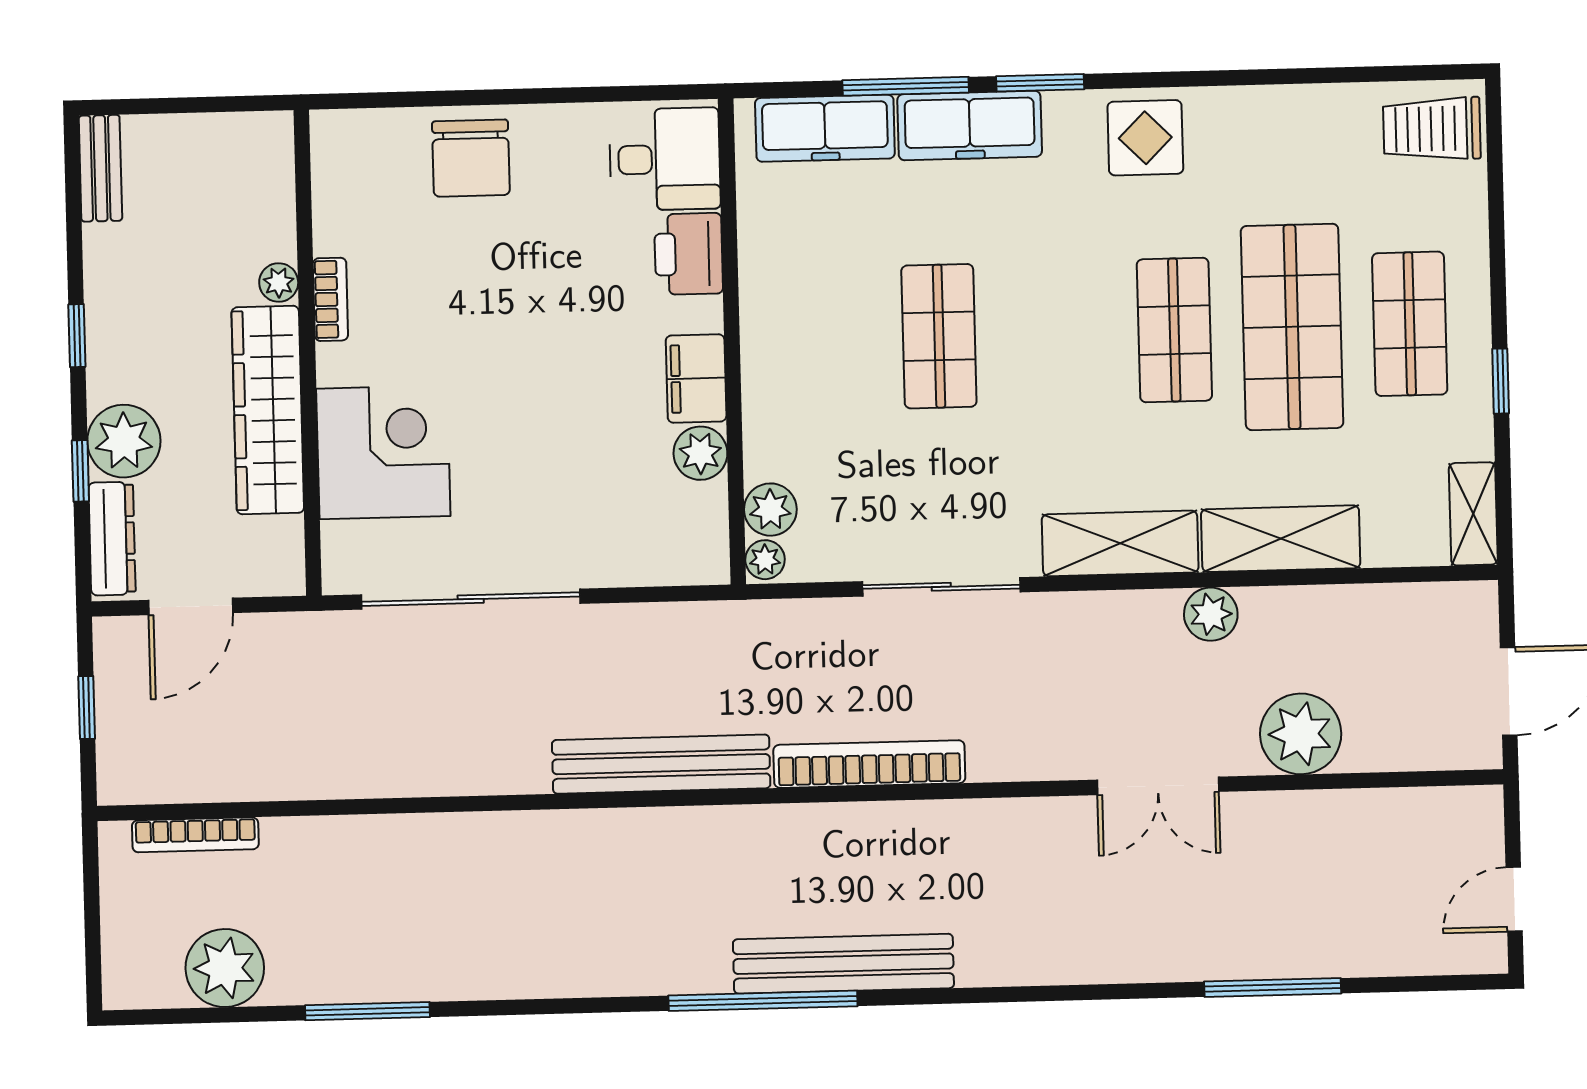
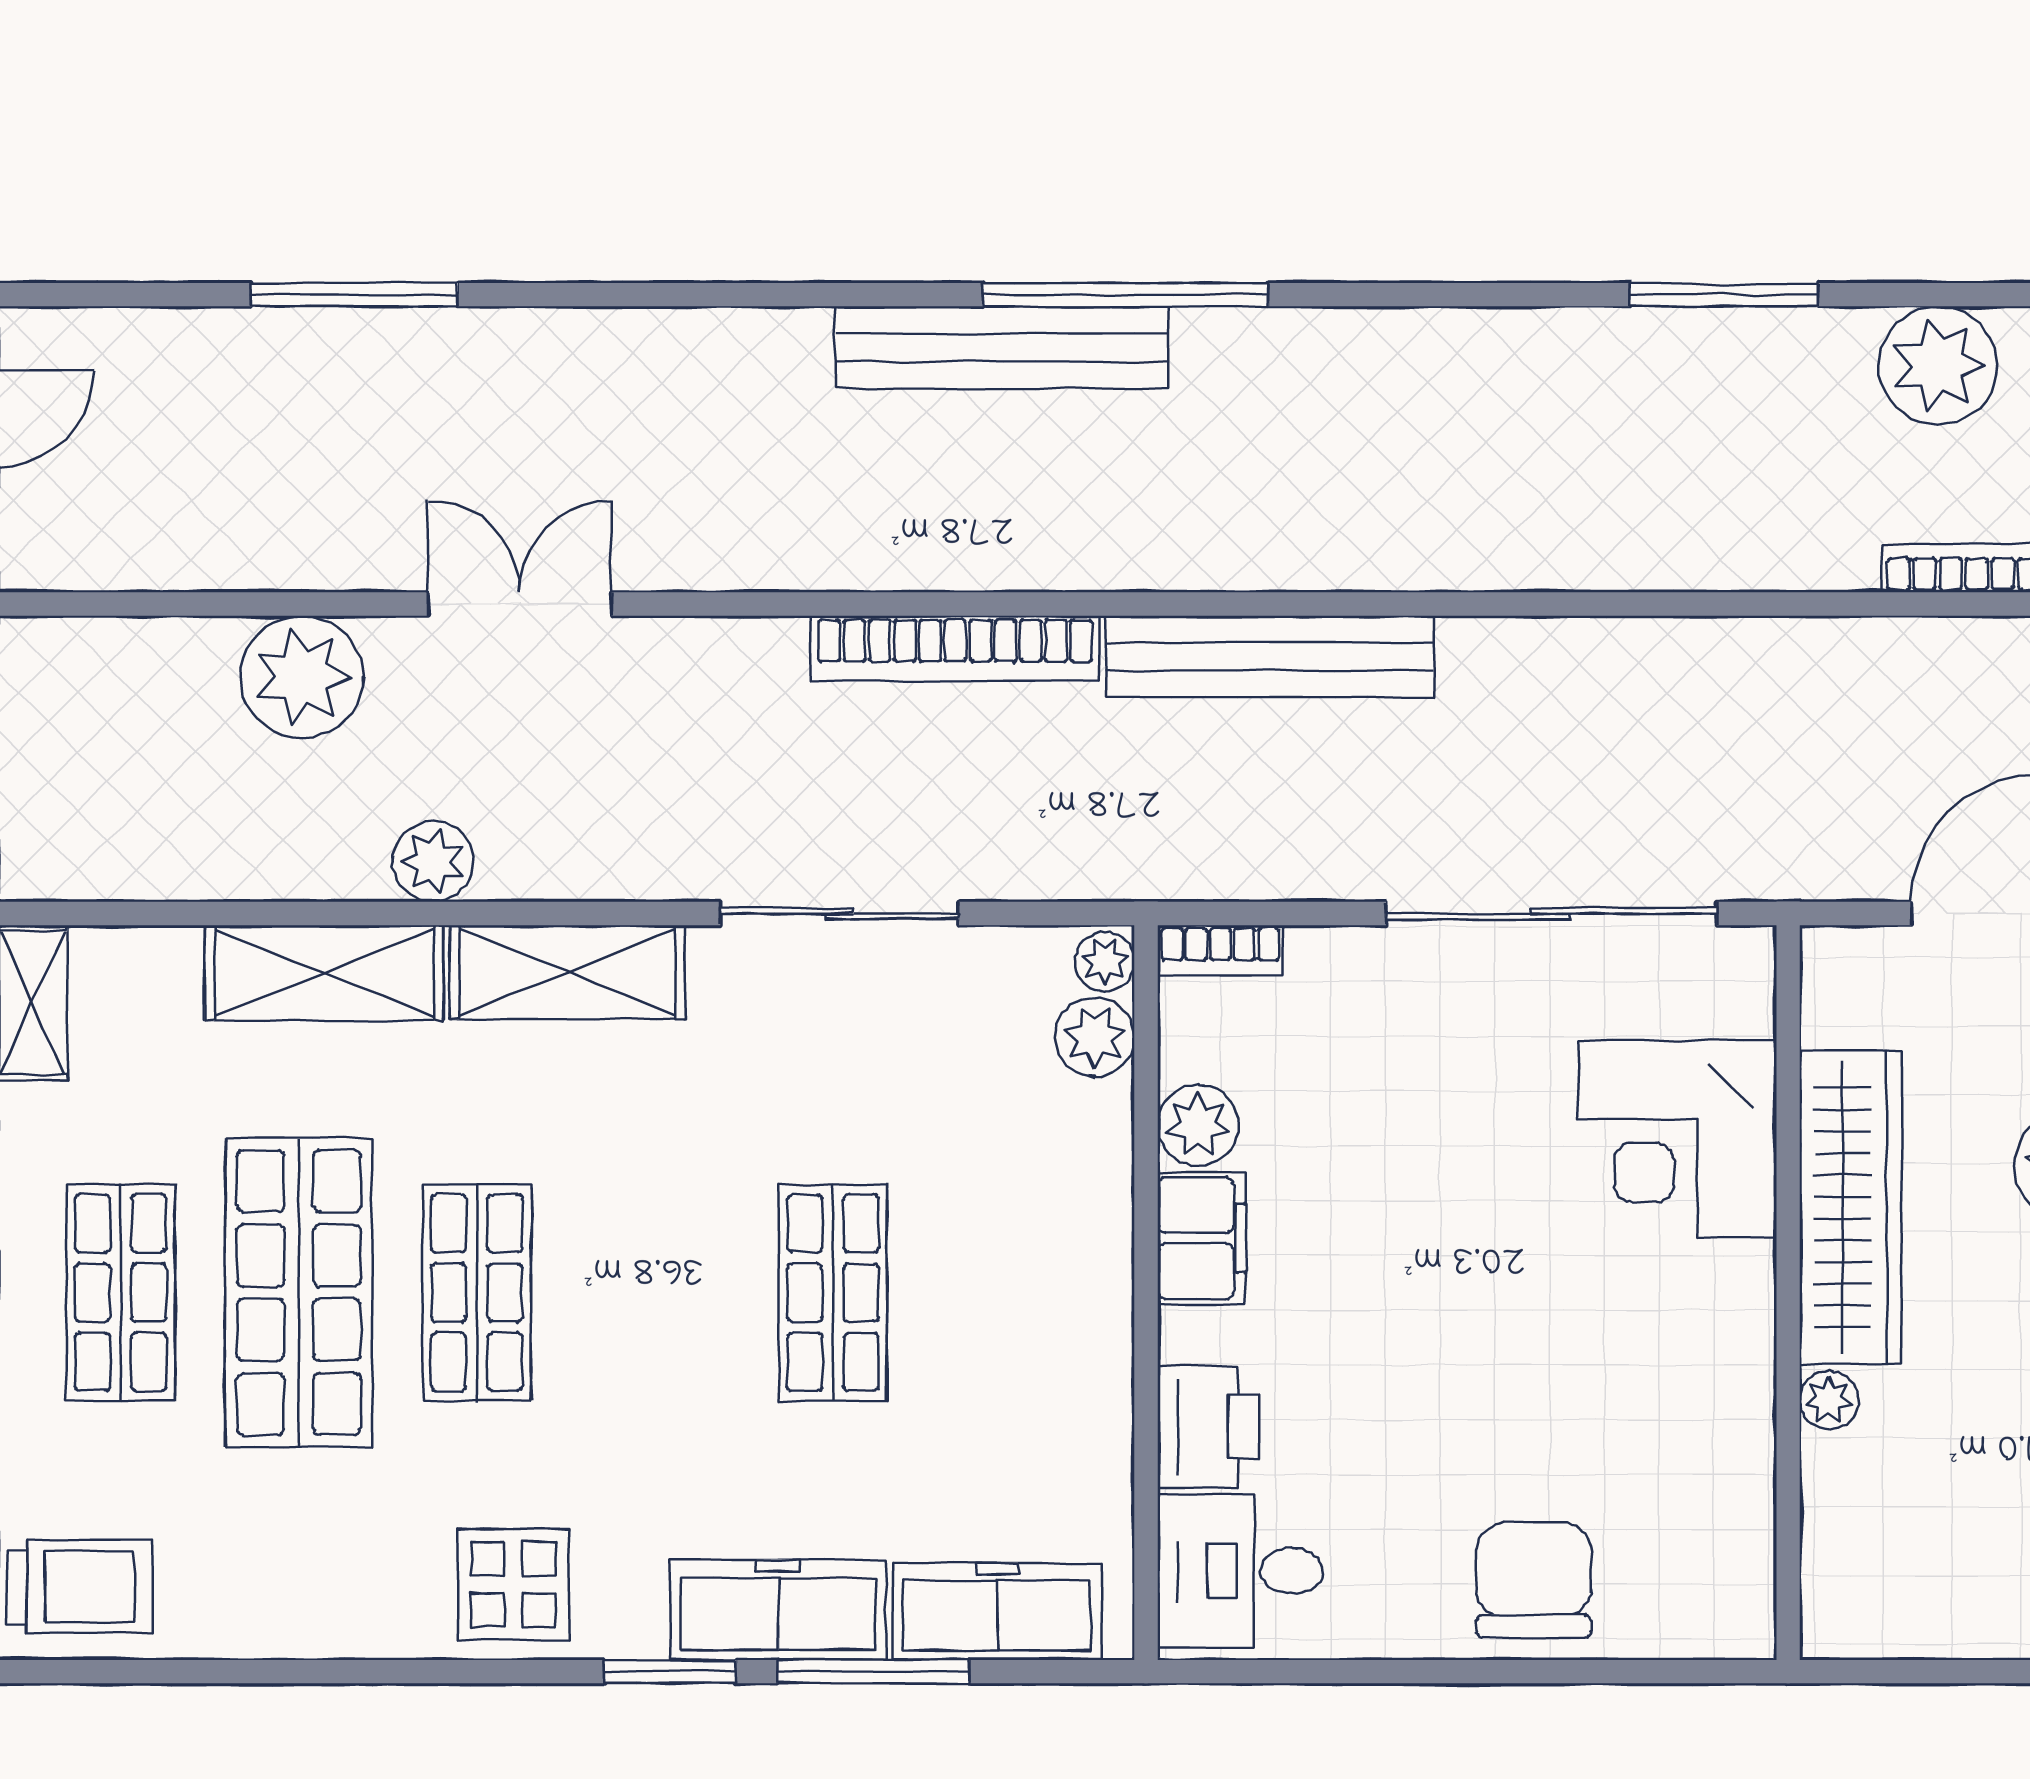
bookcase: (330, 299) -> (1220, 950), moved, turned -90

